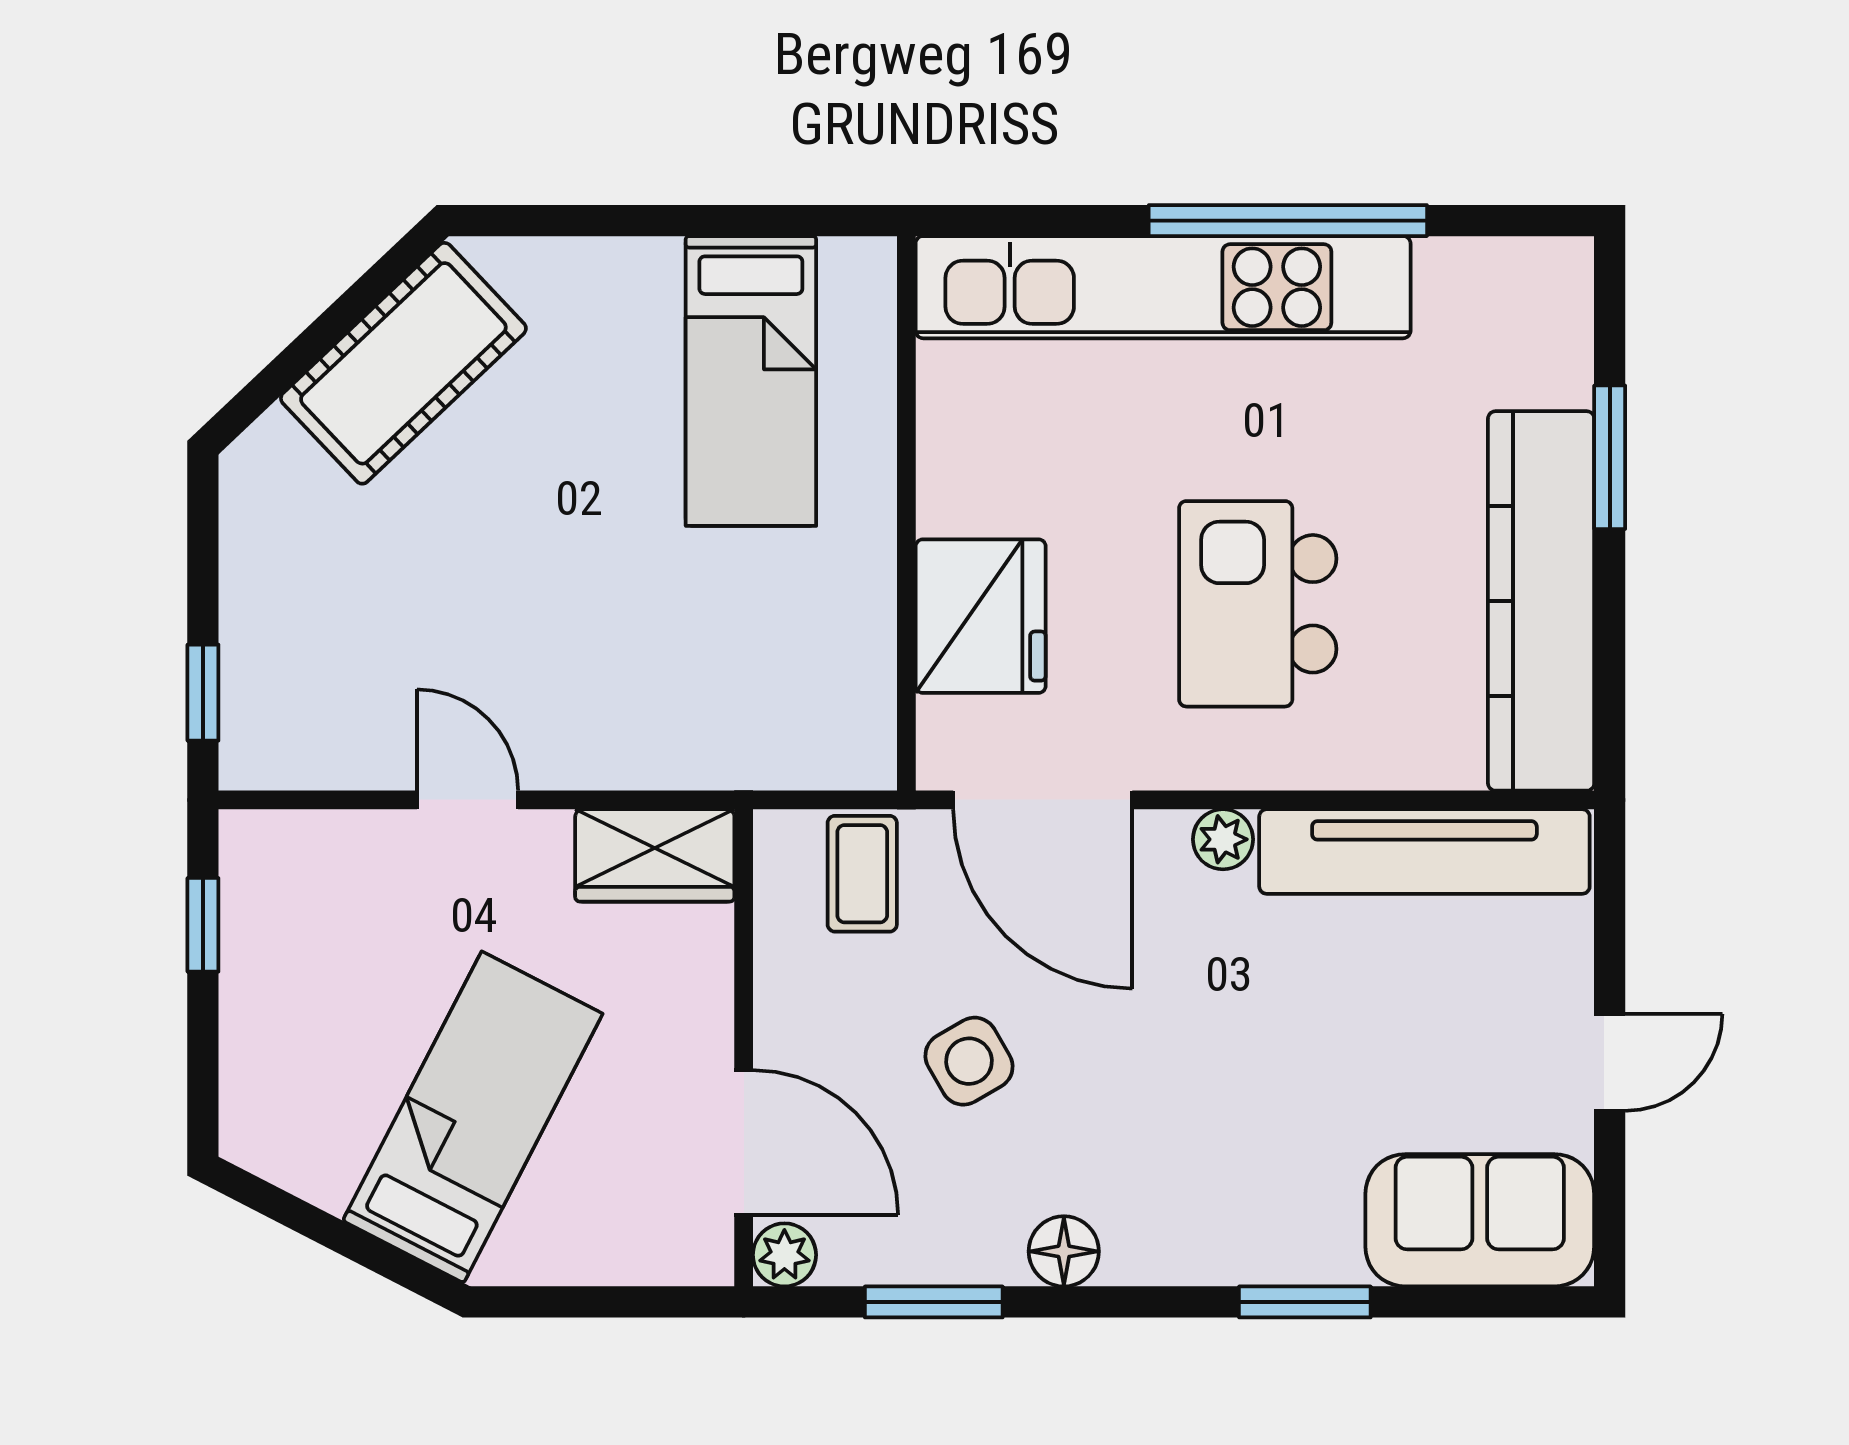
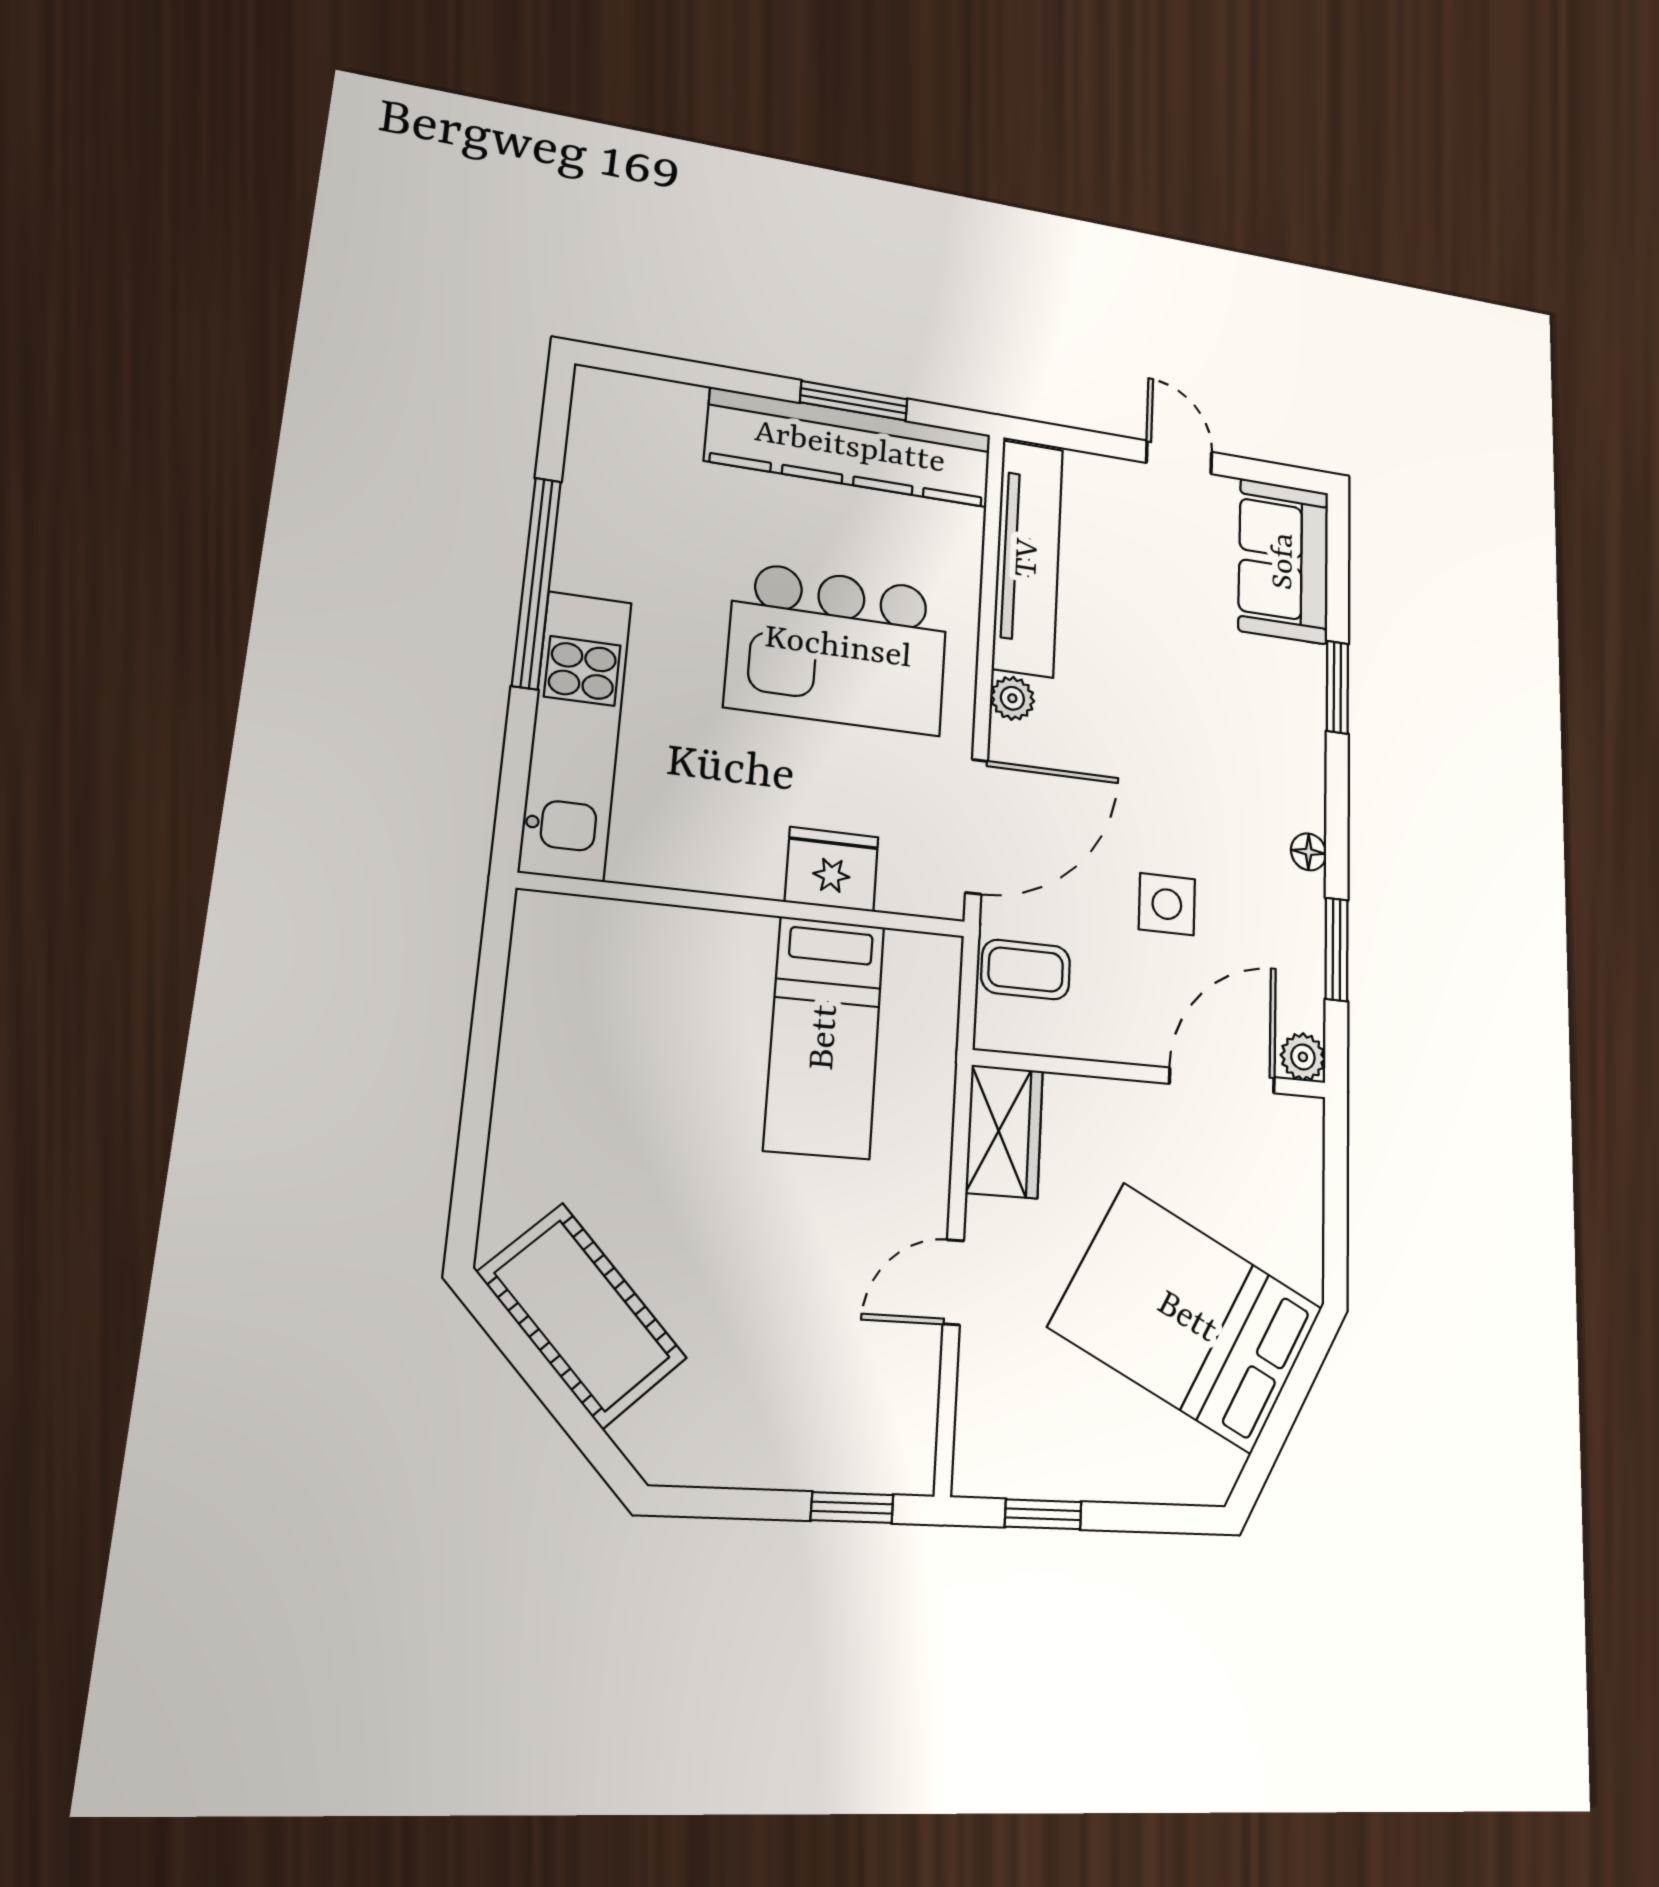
kitchen unit: (1163, 287) -> (576, 735), width x0.73
bed: (751, 381) -> (825, 1037), moved, turned 90
window: (1610, 457) -> (854, 401), moved
kitchen island: (1258, 604) -> (838, 648), width x1.37, depth x1.28
fridge: (981, 616) -> (832, 869), width x0.73, depth x0.75
side table: (969, 1061) -> (1167, 904), turned 30
bed: (473, 1117) -> (1187, 1318), width x1.50
floor lamp: (1064, 1251) -> (1309, 852), width x0.73, depth x0.73

